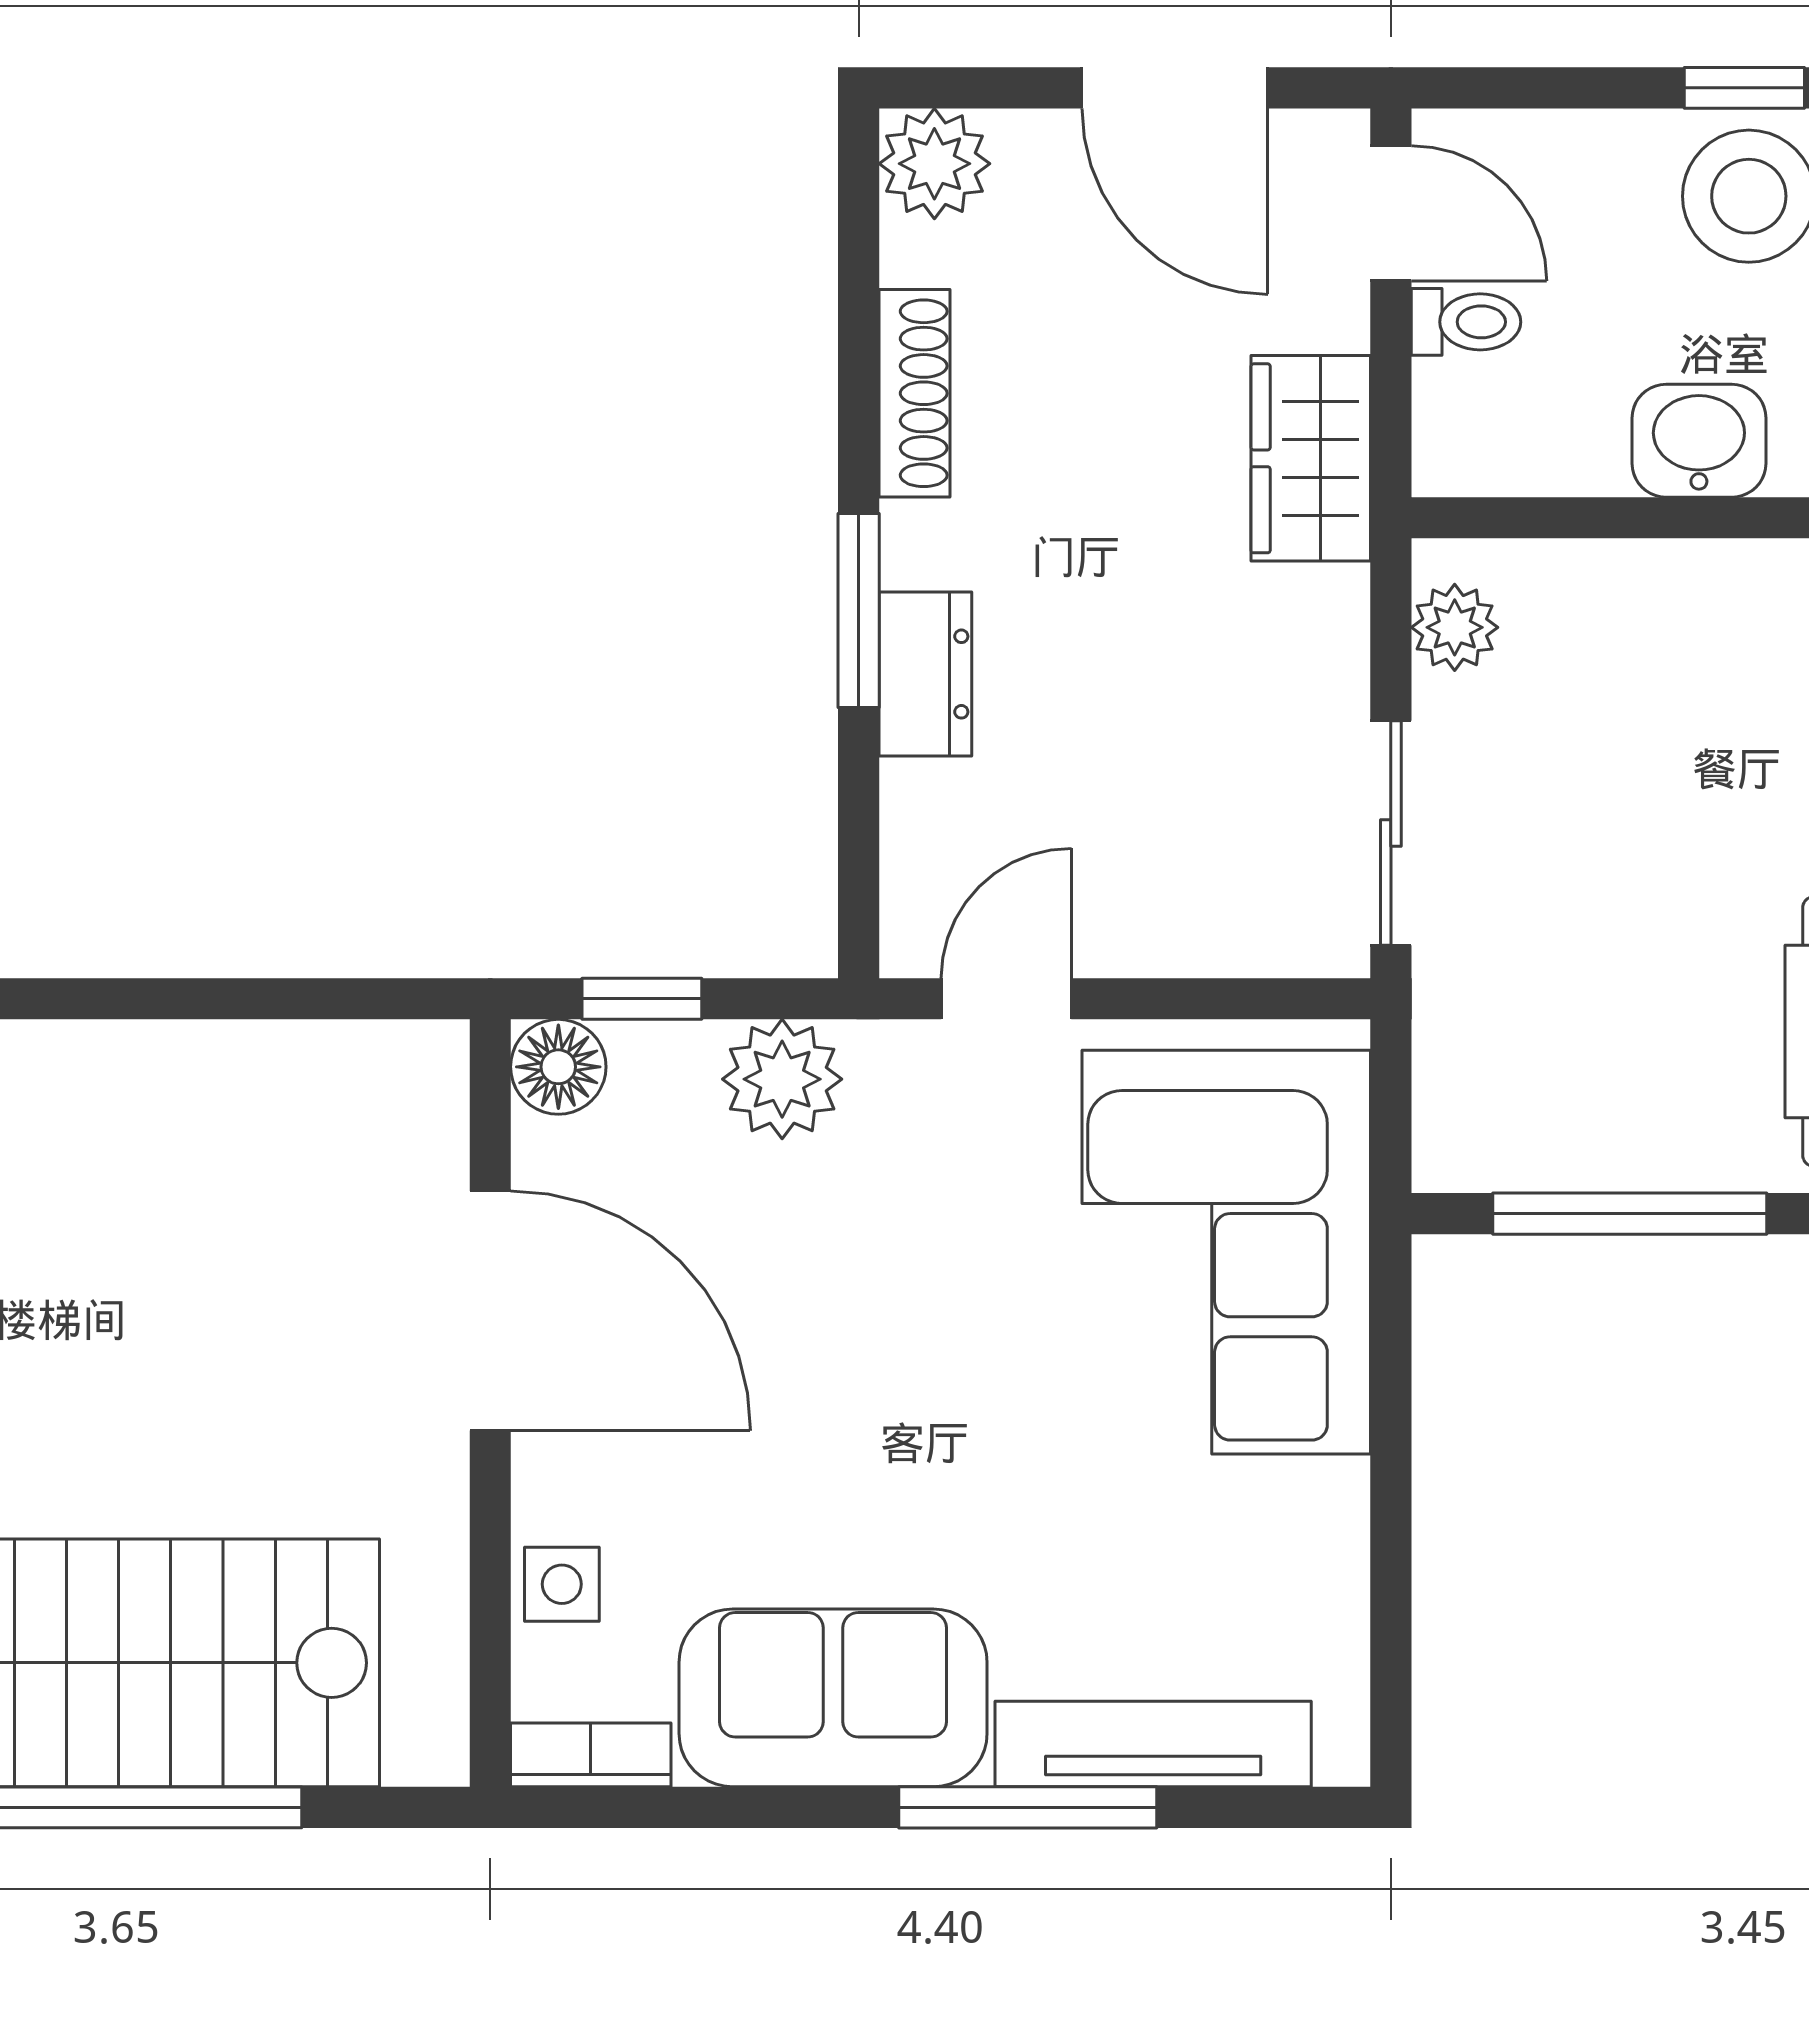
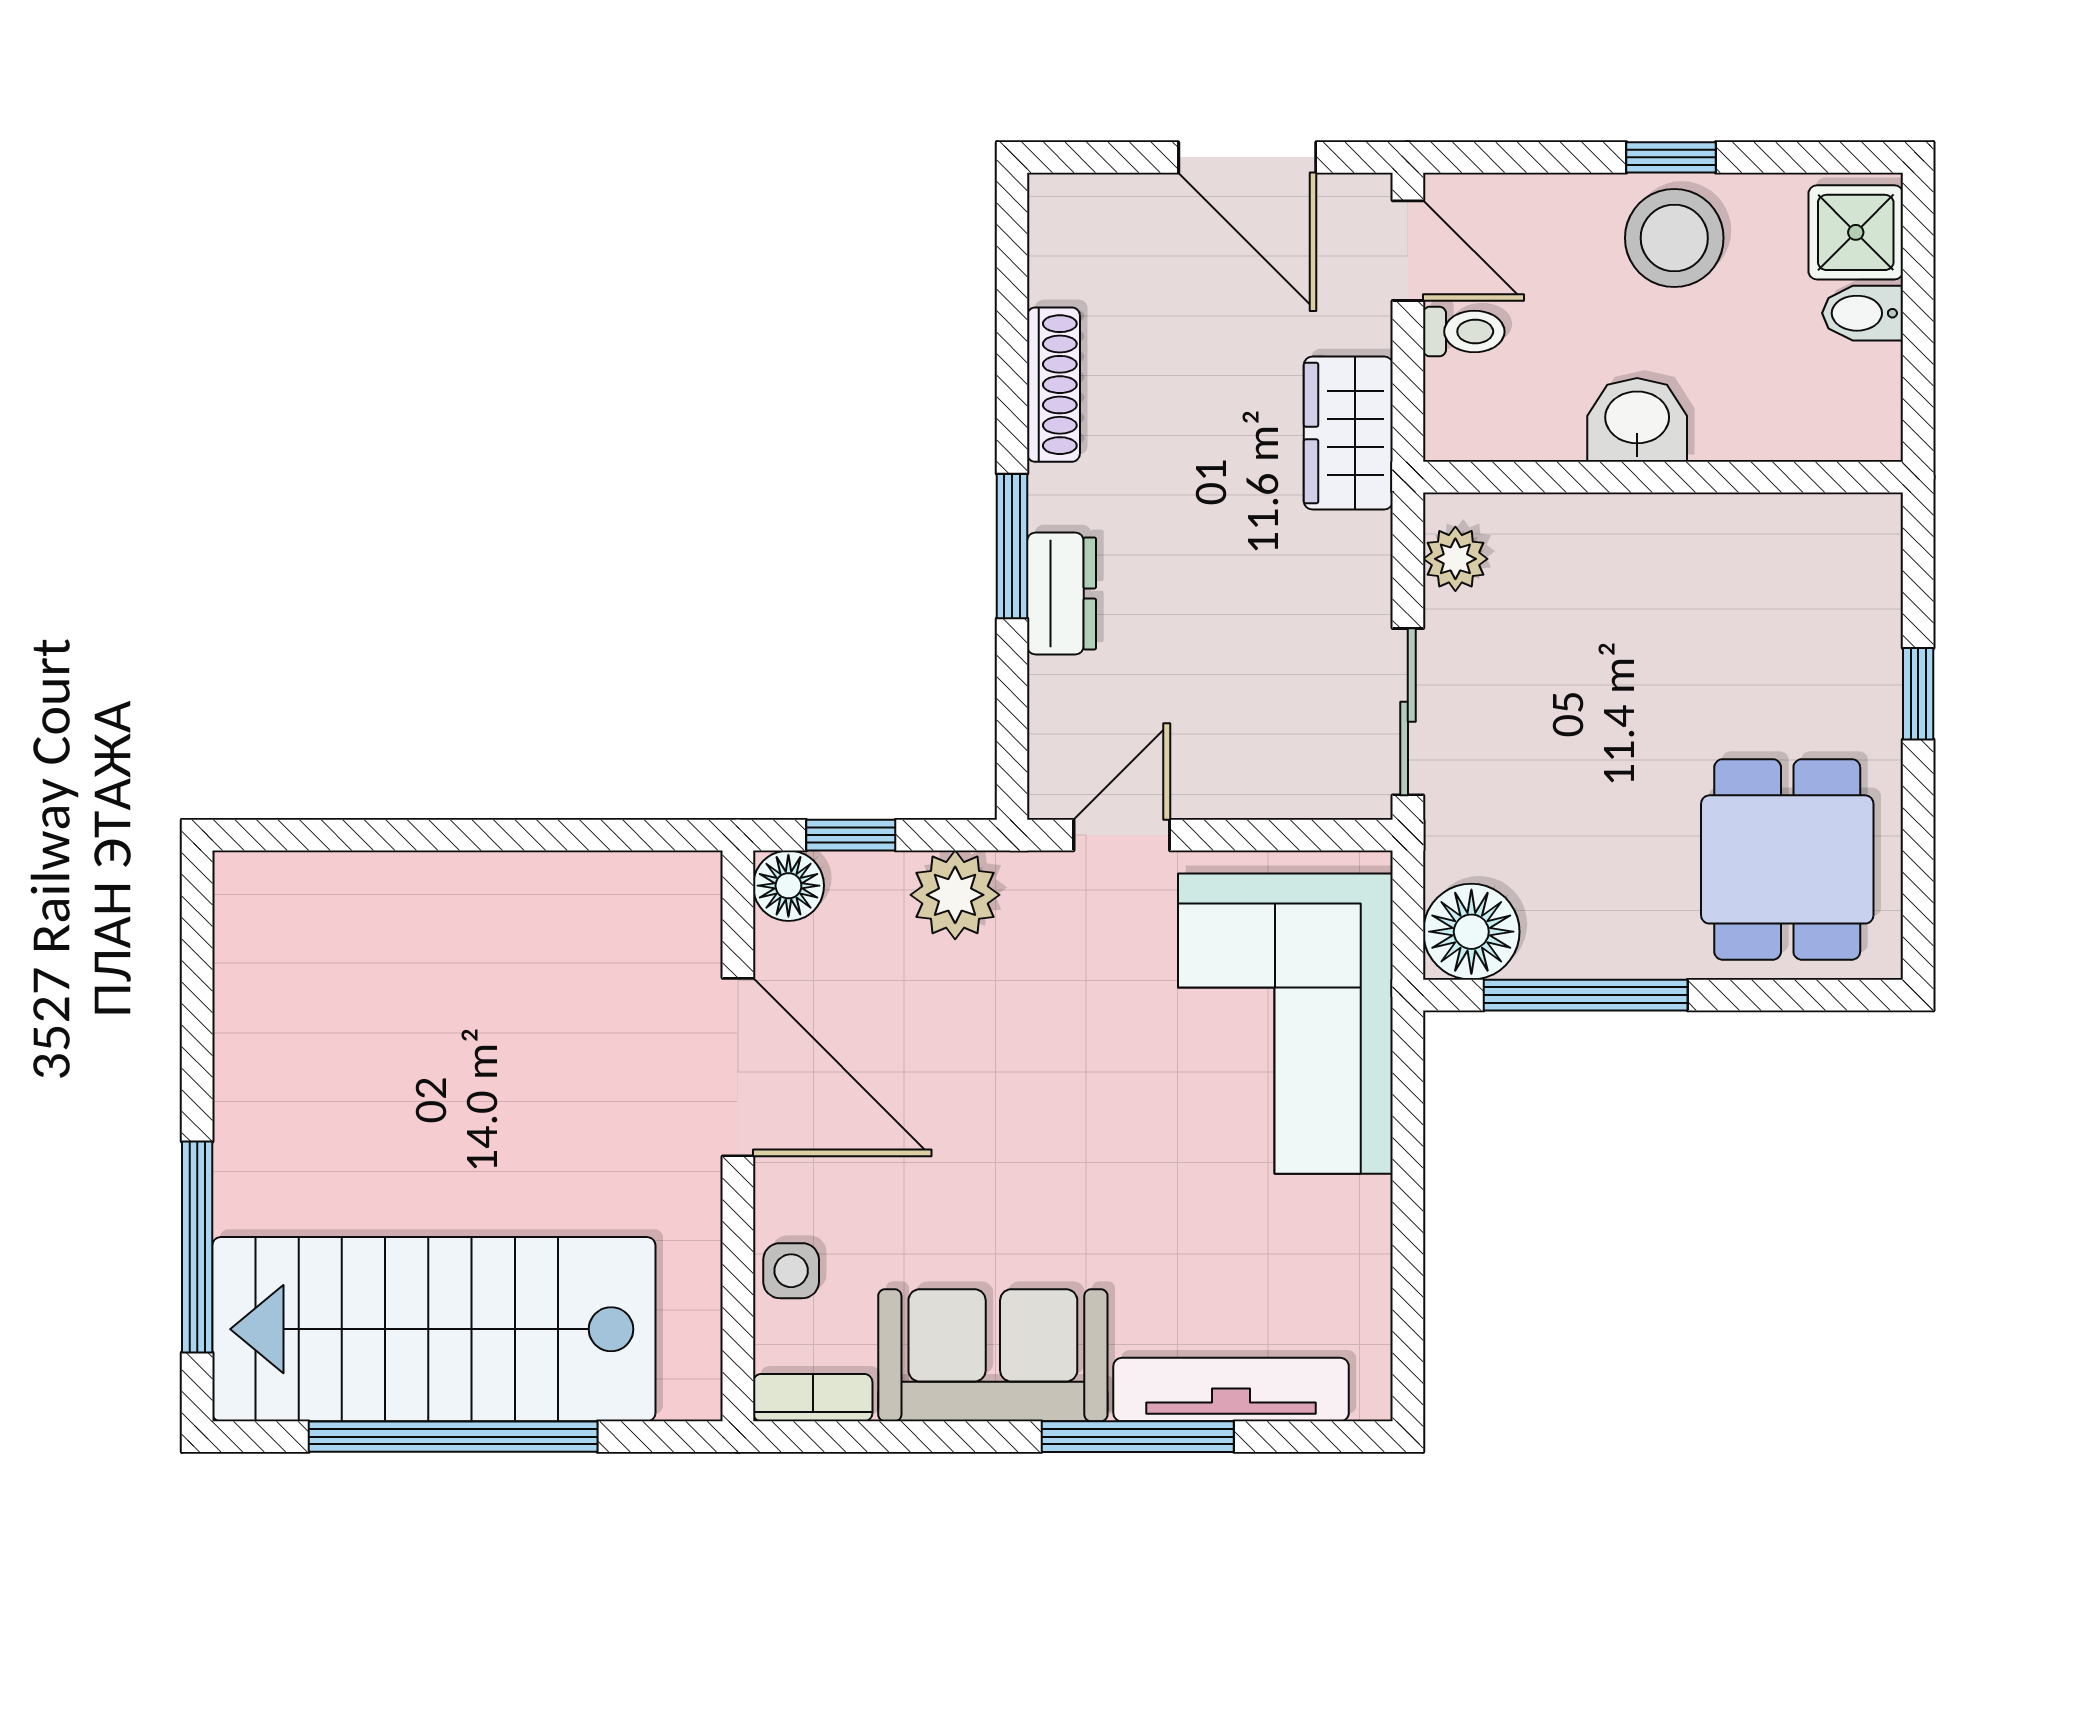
plant: (934, 164) -> (1068, 214), removed
floor lamp: (1476, 1129) -> (1471, 932), added

